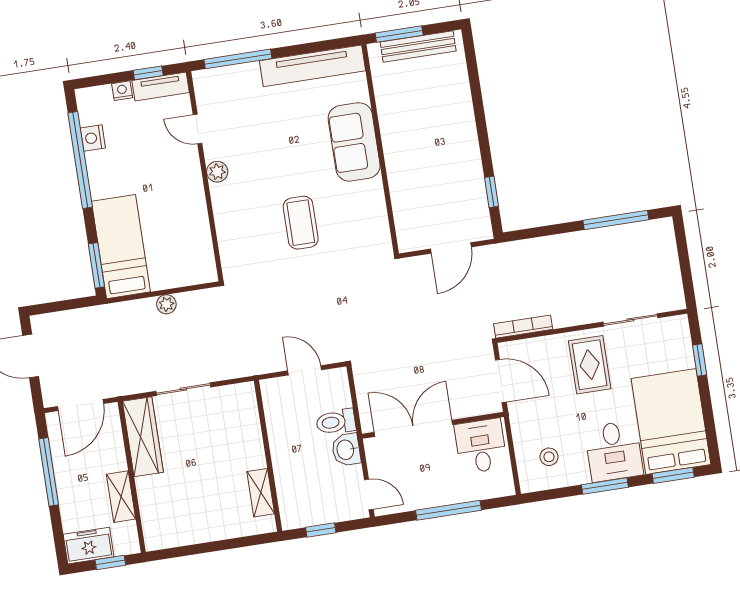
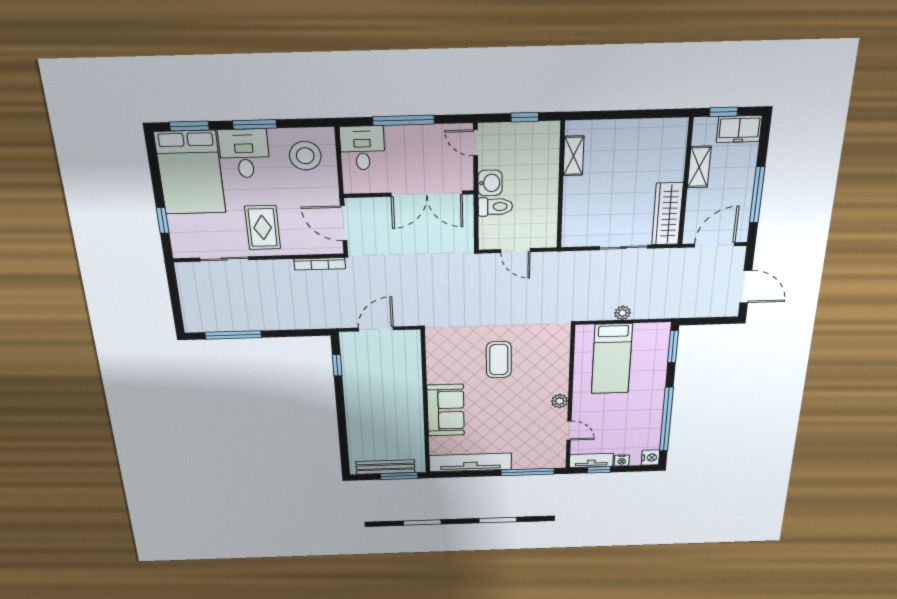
nightstand: (93, 138) -> (650, 458), moved
bed: (121, 247) -> (612, 359), moved
desk: (481, 446) -> (362, 148), moved, turned 180
stool: (549, 457) -> (305, 156), width x1.89, depth x1.89

